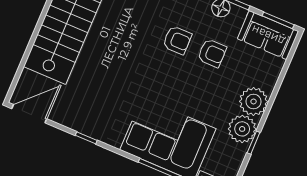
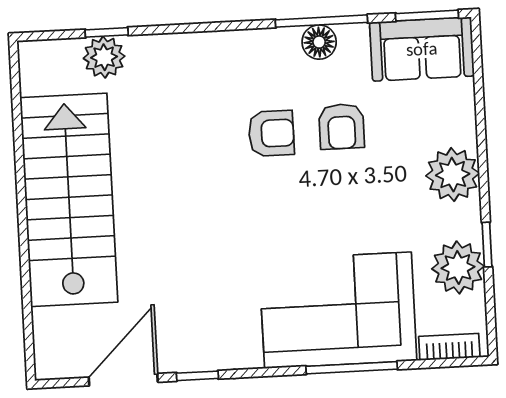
armchair: (212, 53) -> (342, 126), turned 90
door: (29, 114) -> (123, 380), moved
plant: (242, 129) -> (458, 267), moved

